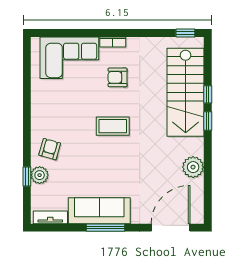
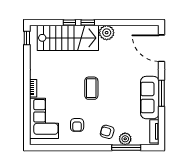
armchair: (118, 77) -> (77, 125), moved
plant: (193, 167) -> (107, 33), moved
window: (27, 177) -> (126, 148), width x2.17

